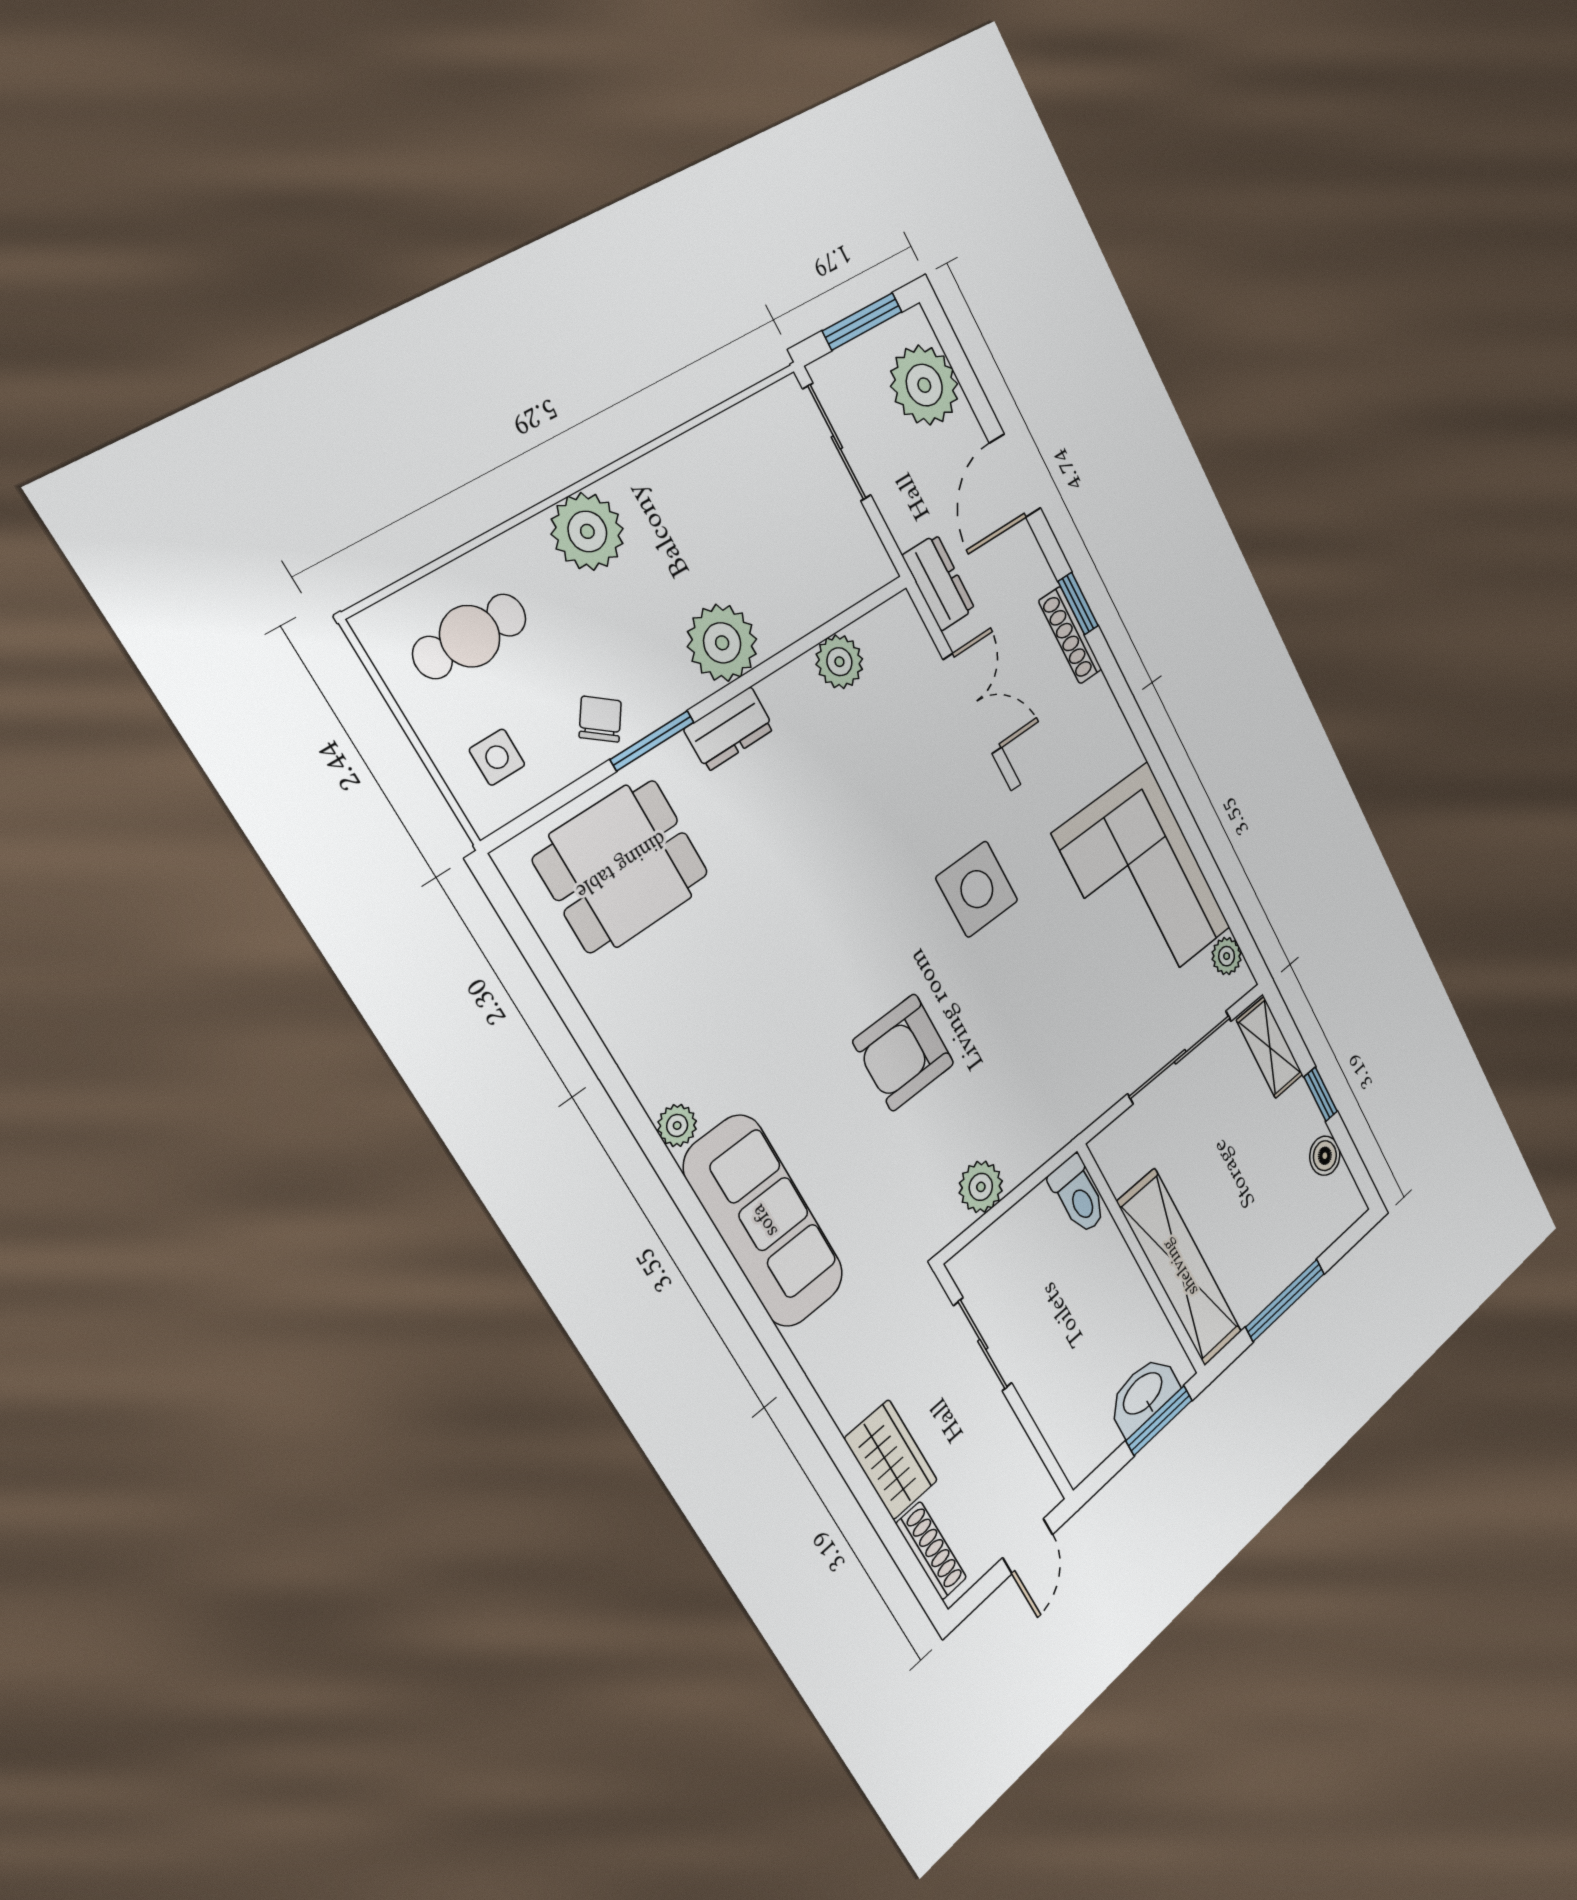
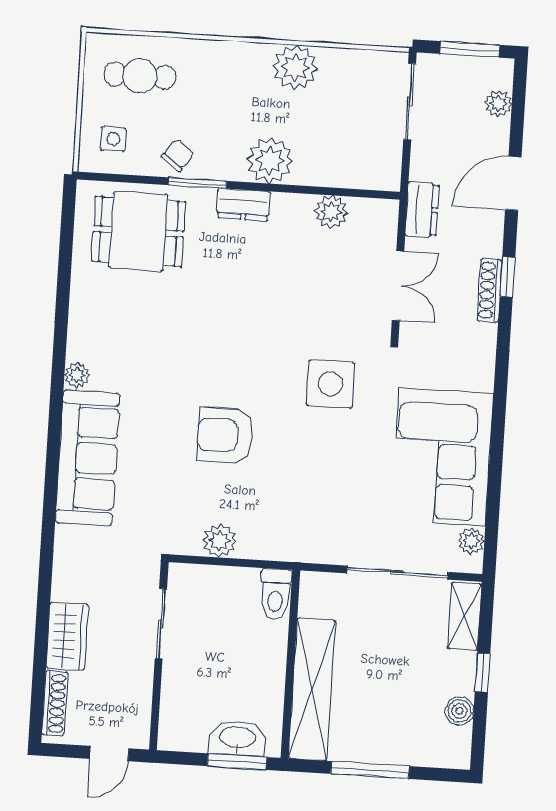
plant: (924, 385) -> (498, 104), width x0.53, depth x0.53
plant: (587, 531) -> (295, 67), moved

